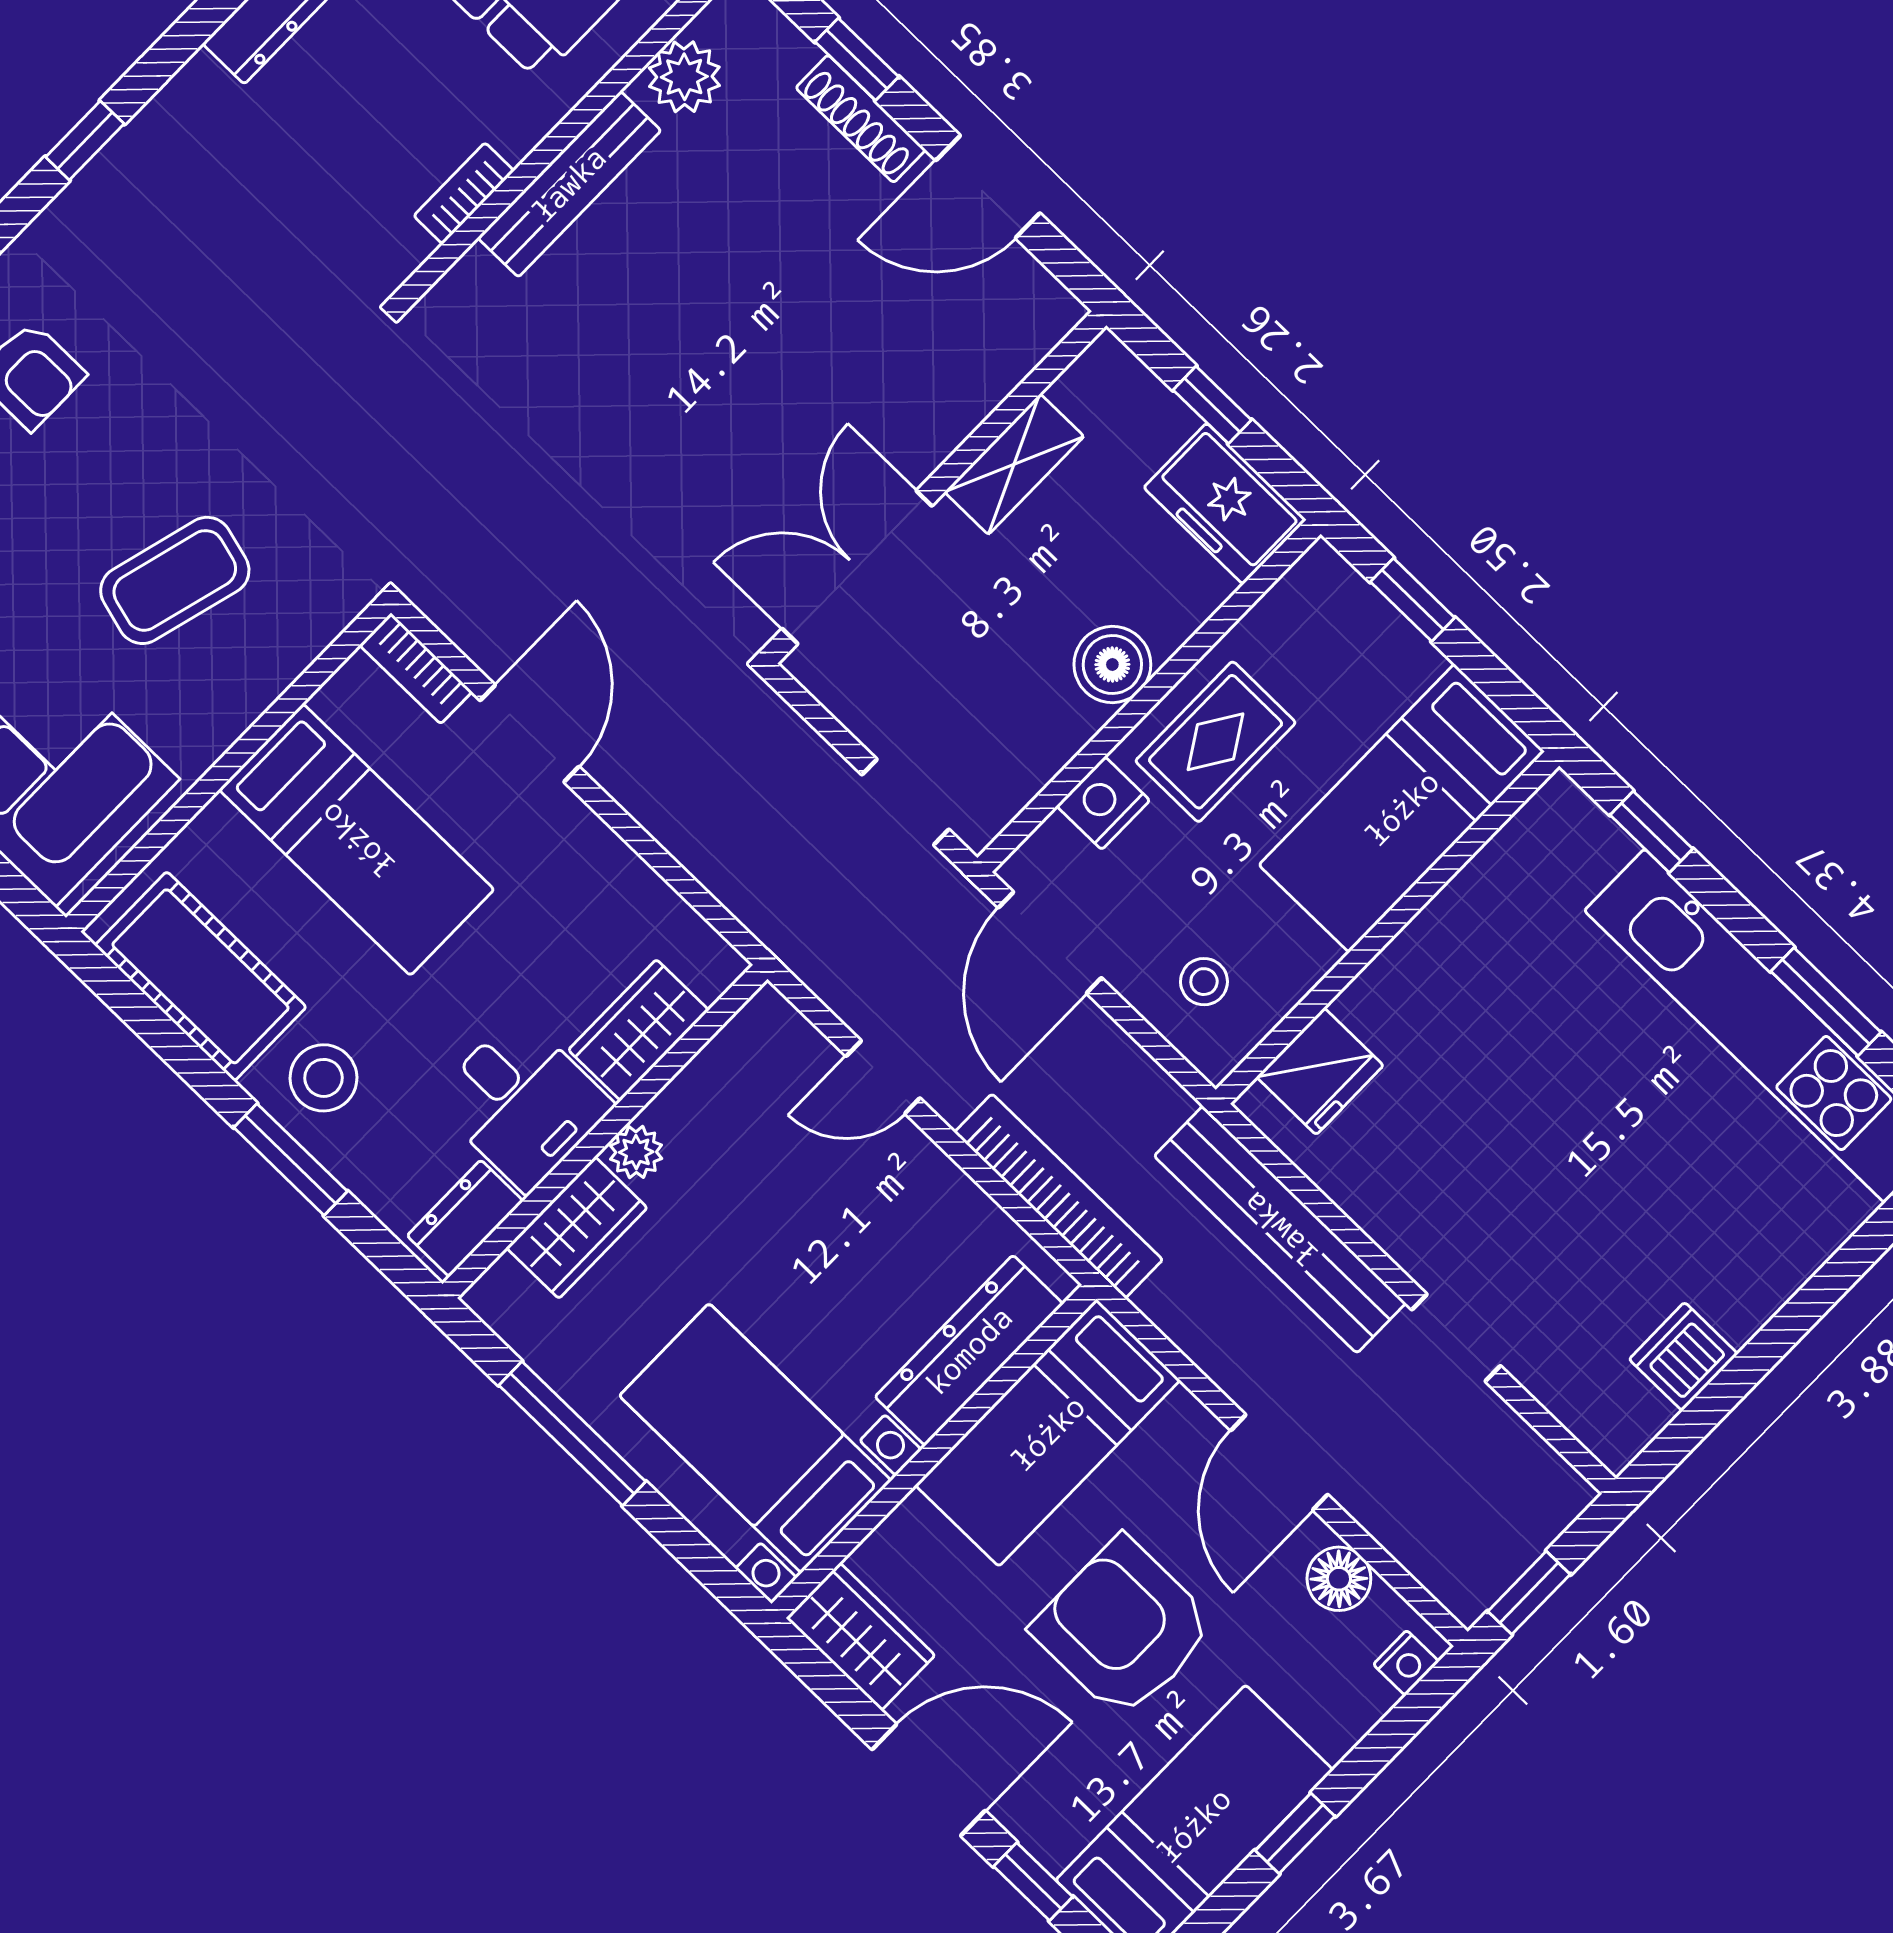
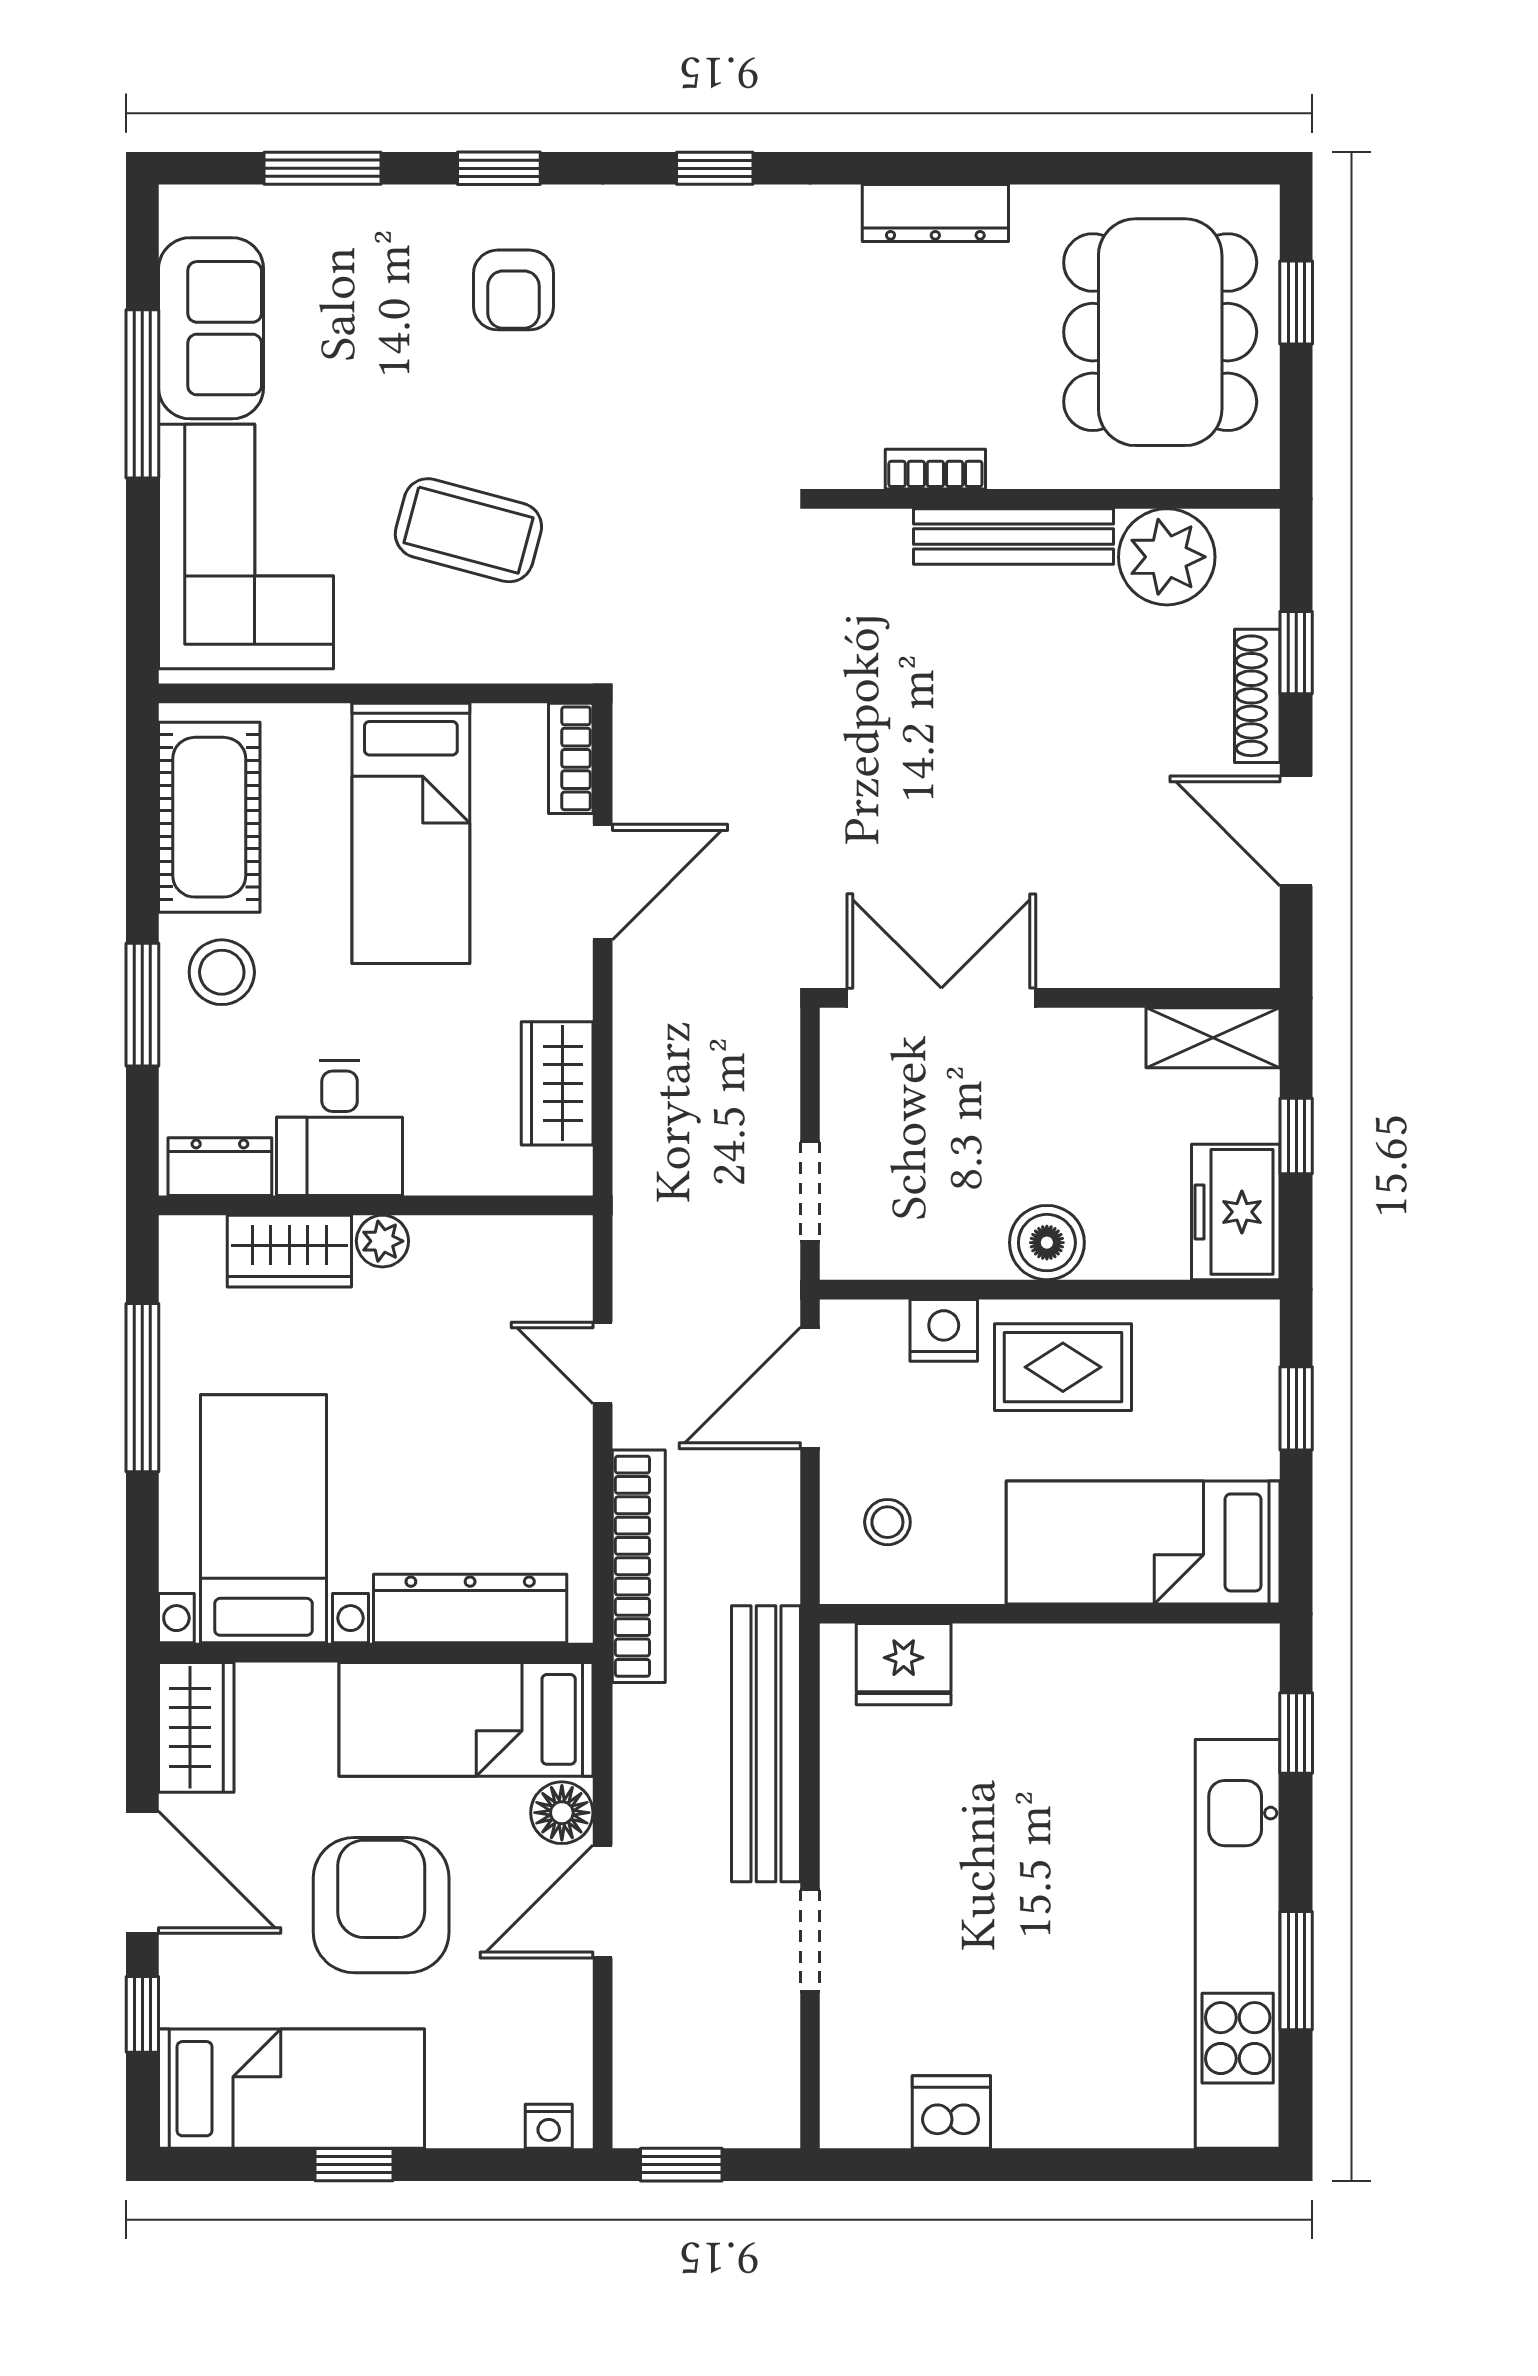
plant: (684, 77) -> (1167, 557), width x1.36, depth x1.36
shelving: (1014, 464) -> (1213, 1038), moved
wardrobe: (639, 1030) -> (557, 1083), moved, turned -90
floor lamp: (1339, 1579) -> (562, 1813), moved

